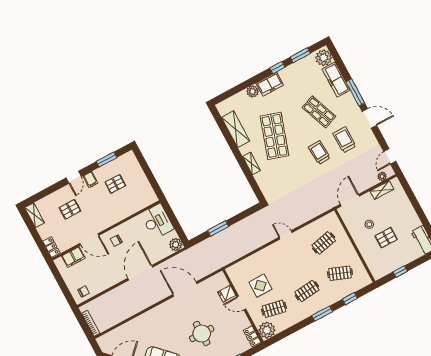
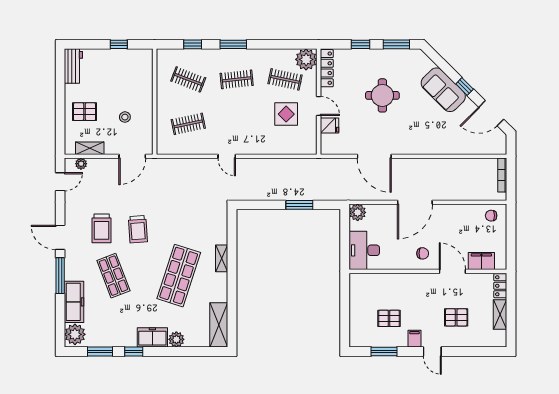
shelving: (236, 129) -> (219, 325), moved
door: (74, 177) -> (432, 352), swing flipped
shelving: (34, 215) -> (500, 315), moved
pallet: (386, 238) -> (84, 112), moved
locker: (252, 336) -> (327, 68), width x1.53

